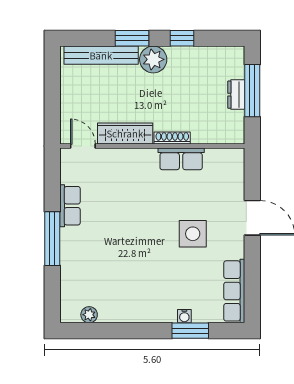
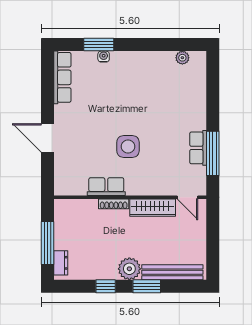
dresser: (236, 95) -> (61, 263), moved
side table: (193, 234) -> (128, 147), moved
window: (52, 239) -> (213, 153), moved

